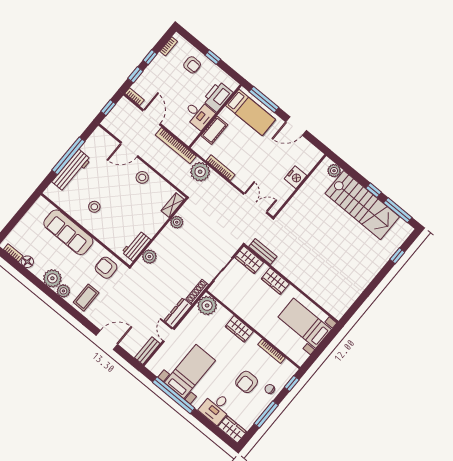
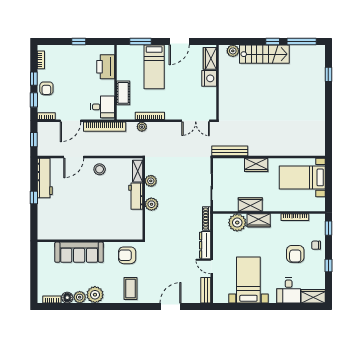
armchair: (192, 65) -> (46, 88), moved, turned 90
window: (264, 99) -> (140, 41), width x0.69
bed: (251, 113) -> (154, 67), moved, turned 90
desk: (199, 114) -> (103, 107), moved
door: (151, 117) -> (71, 121), swing flipped
window: (68, 156) -> (34, 198), width x0.32
wardrobe: (310, 161) -> (210, 58), added
workbench: (71, 171) -> (45, 178), moved
plant: (200, 172) -> (142, 127), width x0.53, depth x0.53
double door: (255, 203) -> (196, 121), swing flipped
stairs: (362, 205) -> (264, 54), width x0.73, depth x0.66
stool: (94, 207) -> (83, 219), removed
workbench: (136, 246) -> (136, 196), moved
bench: (263, 251) -> (230, 151), width x1.36
plant: (149, 257) -> (151, 204), moved
wardrobe: (249, 260) -> (250, 204), moved, turned 180
plant: (63, 291) -> (80, 297), moved
plant: (207, 306) -> (237, 223), moved
window: (174, 395) -> (251, 307), removed
window: (266, 414) -> (328, 265), width x0.46

